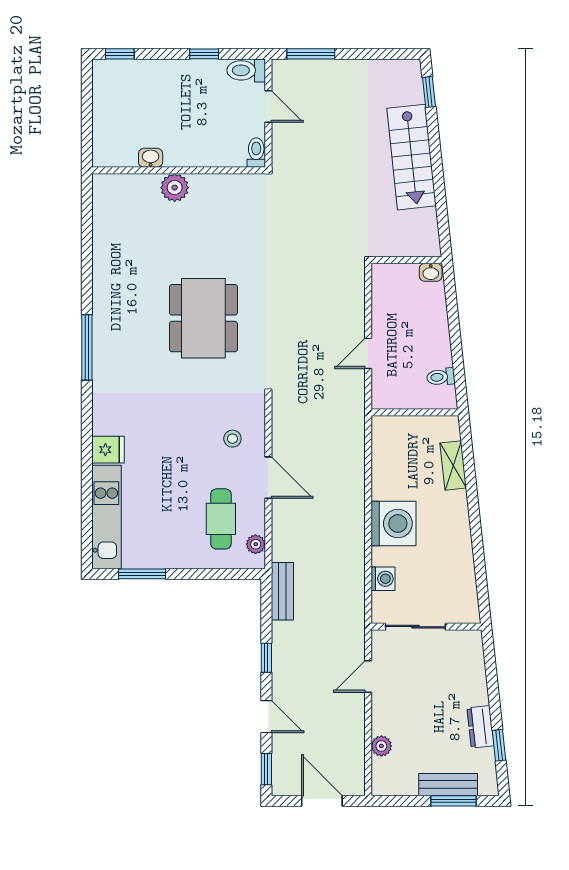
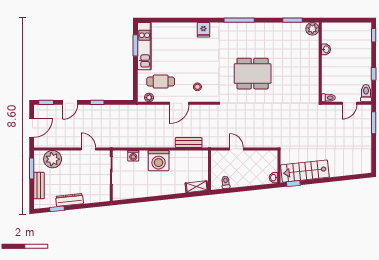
window: (429, 92) -> (293, 184), moved
stairs: (411, 157) -> (305, 171), moved
plant: (175, 188) -> (312, 29), moved
window: (87, 231) -> (292, 20), added
fridge: (108, 450) -> (203, 30), moved
shelving: (453, 465) -> (197, 187), moved
kitchen unit: (106, 517) -> (144, 46), moved, turned -90
bench: (282, 591) -> (189, 142), moved
dresser: (480, 727) -> (70, 200), width x1.44
plant: (381, 746) -> (53, 159), width x1.88, depth x1.88
window: (453, 801) -> (32, 168), moved

